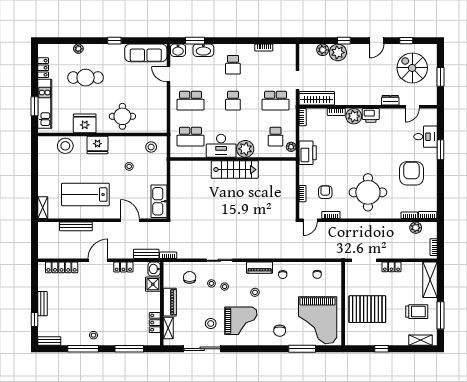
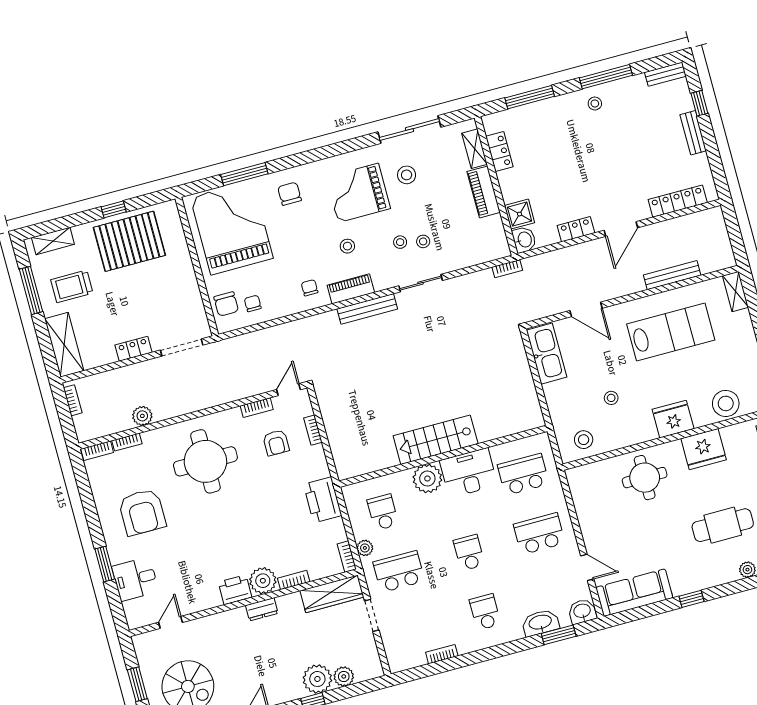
dresser: (390, 100) -> (262, 609), moved
plant: (291, 147) -> (365, 548), moved
plant: (416, 228) -> (142, 416), moved
bench: (146, 254) -> (367, 309), moved, width x1.36
chair: (190, 277) -> (226, 304), moved
pallet: (367, 309) -> (129, 241), moved

